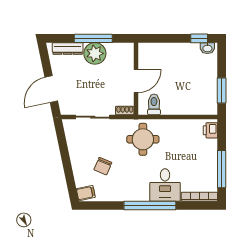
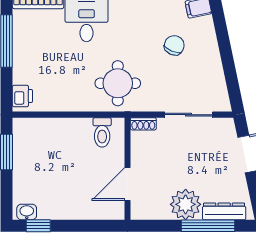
window: (93, 38) -> (208, 226), moved
door: (136, 81) -> (128, 184), moved

